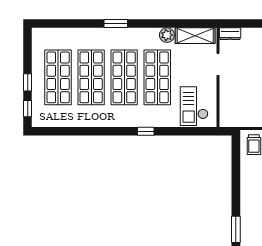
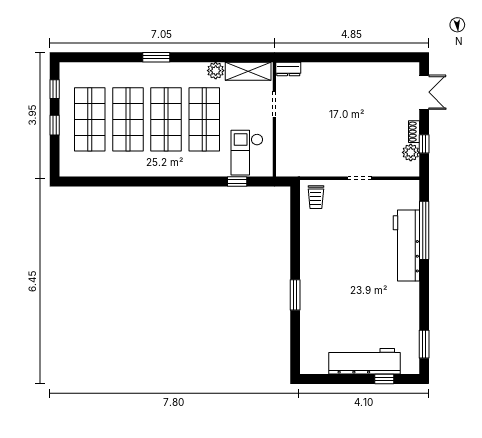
window: (28, 109) -> (55, 89), moved
window: (146, 131) -> (237, 182), moved

